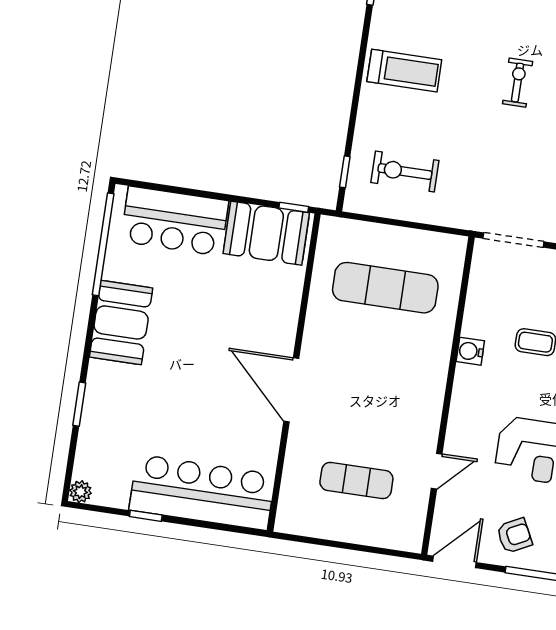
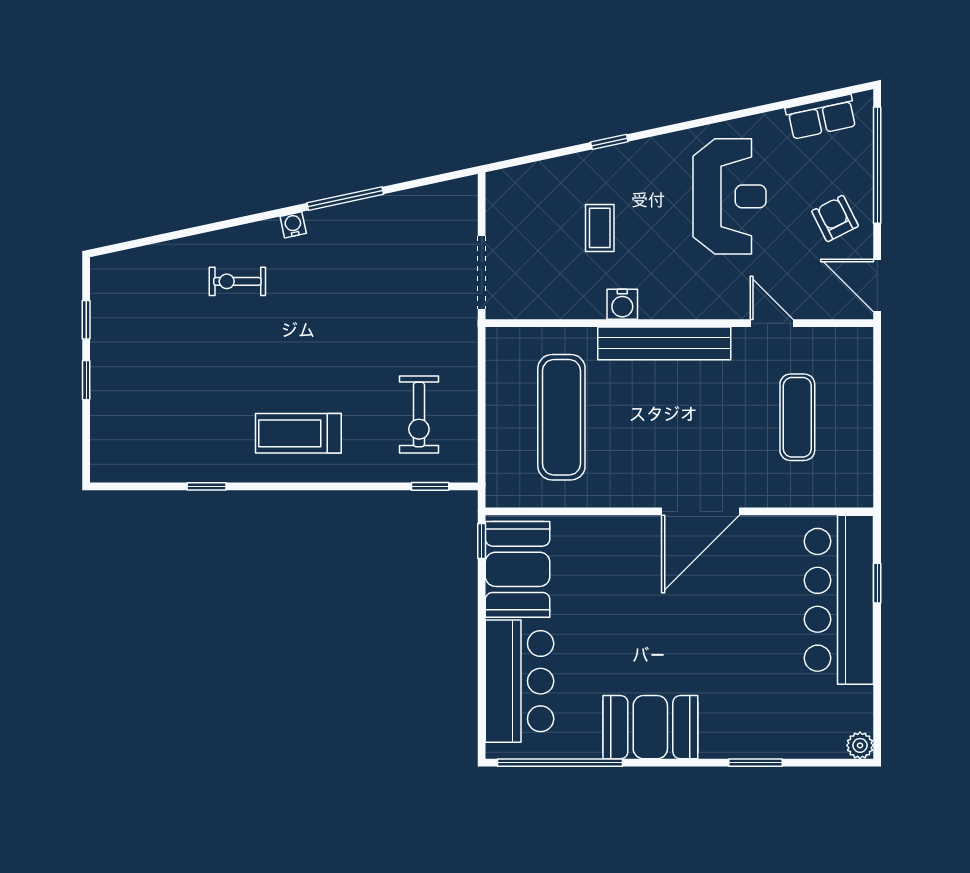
treadmill: (404, 71) -> (298, 433), turned -90
exercise bike: (518, 83) -> (237, 281), moved
bench: (433, 381) -> (664, 343), added
window: (146, 516) -> (877, 583), moved

